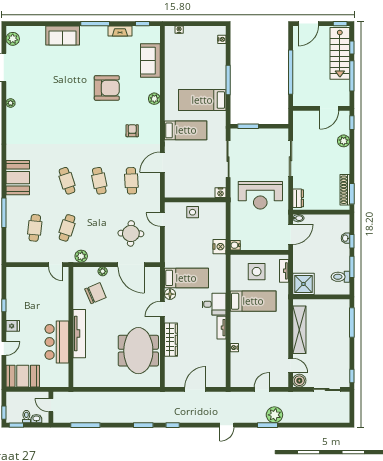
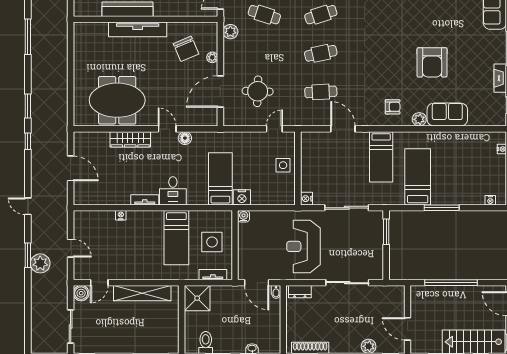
sofa: (150, 61) -> (447, 115), moved
armchair: (132, 131) -> (393, 107), moved
bed: (186, 278) -> (220, 179), moved, turned 180

